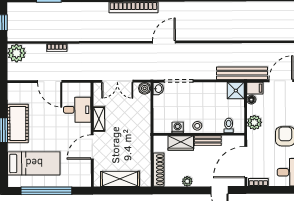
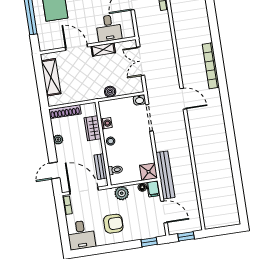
boiler: (145, 88) -> (110, 92), moved
bench: (208, 141) -> (101, 167), moved

